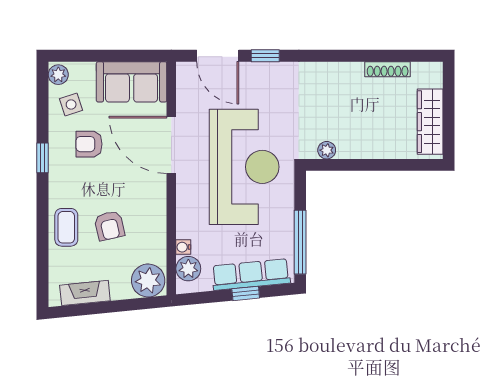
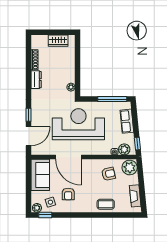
dresser: (343, 73) -> (36, 80), added
wardrobe: (430, 122) -> (58, 41), width x0.67
door: (171, 145) -> (69, 157), hinge flipped
window: (43, 158) -> (45, 215), moved
armchair: (109, 226) -> (108, 174), moved
row of seats: (251, 275) -> (127, 121), width x0.68
window: (246, 293) -> (137, 144), moved

